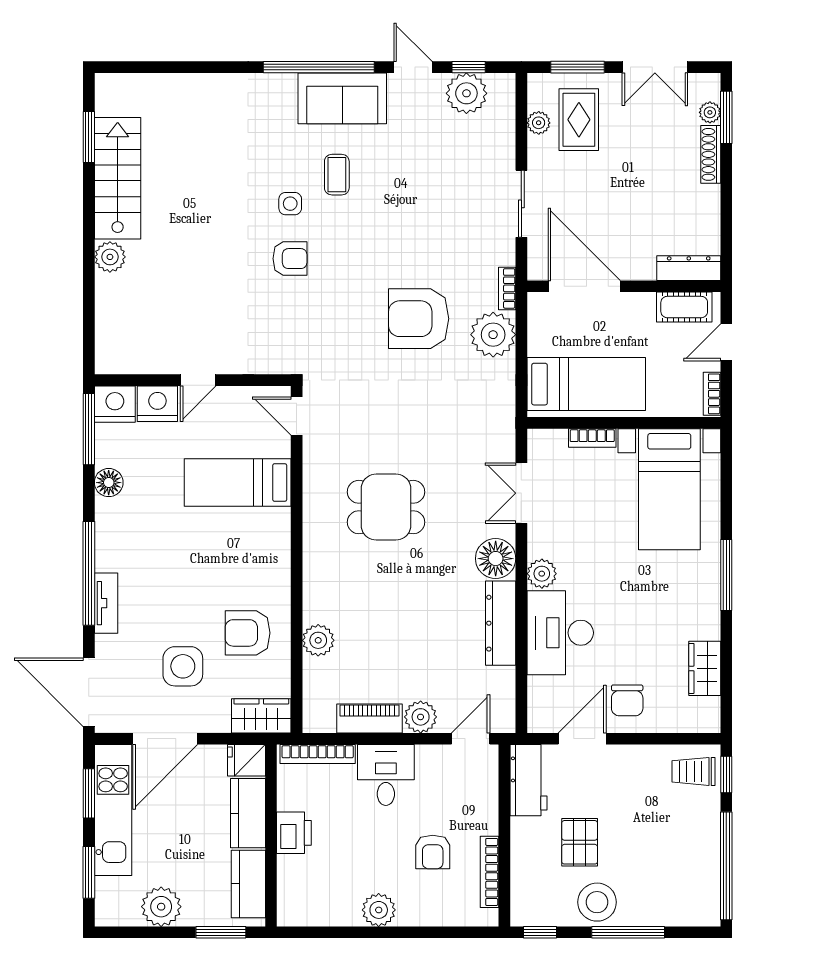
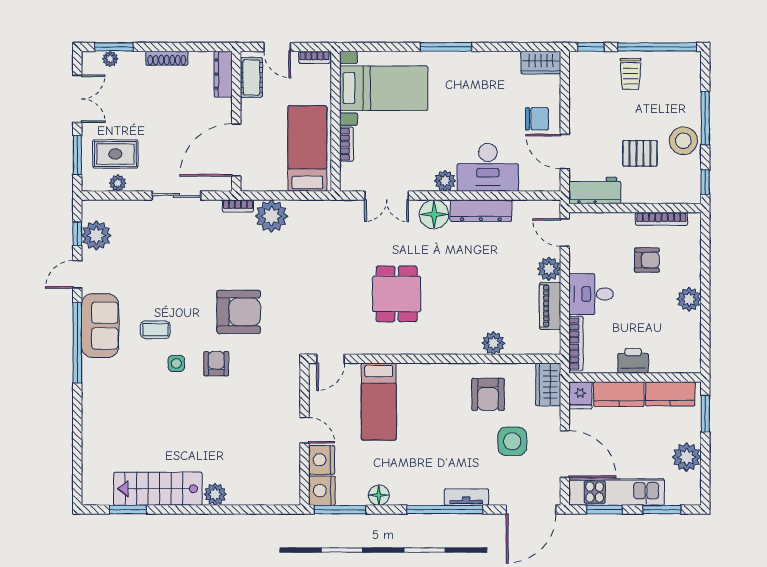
shoe rack: (711, 154) -> (167, 58), moved
armchair: (419, 319) -> (239, 312), moved, turned -90
wardrobe: (705, 668) -> (541, 63), moved
trolley: (693, 771) -> (631, 74), moved

